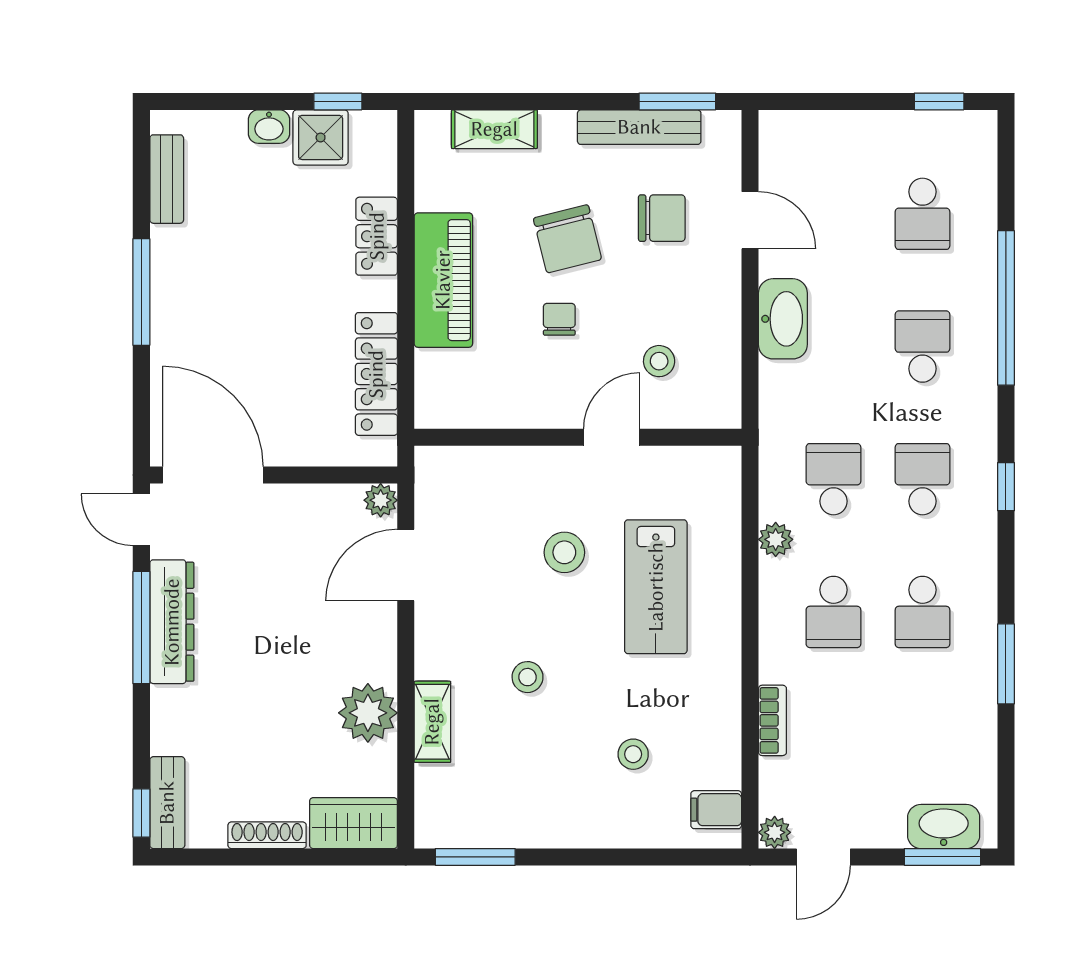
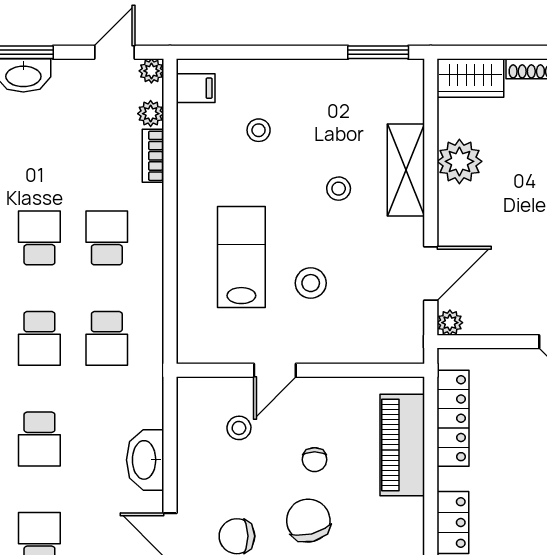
piano: (443, 280) -> (402, 445), moved
plant: (776, 539) -> (151, 114), moved
shelving: (432, 722) -> (406, 170), width x1.50, depth x1.33

